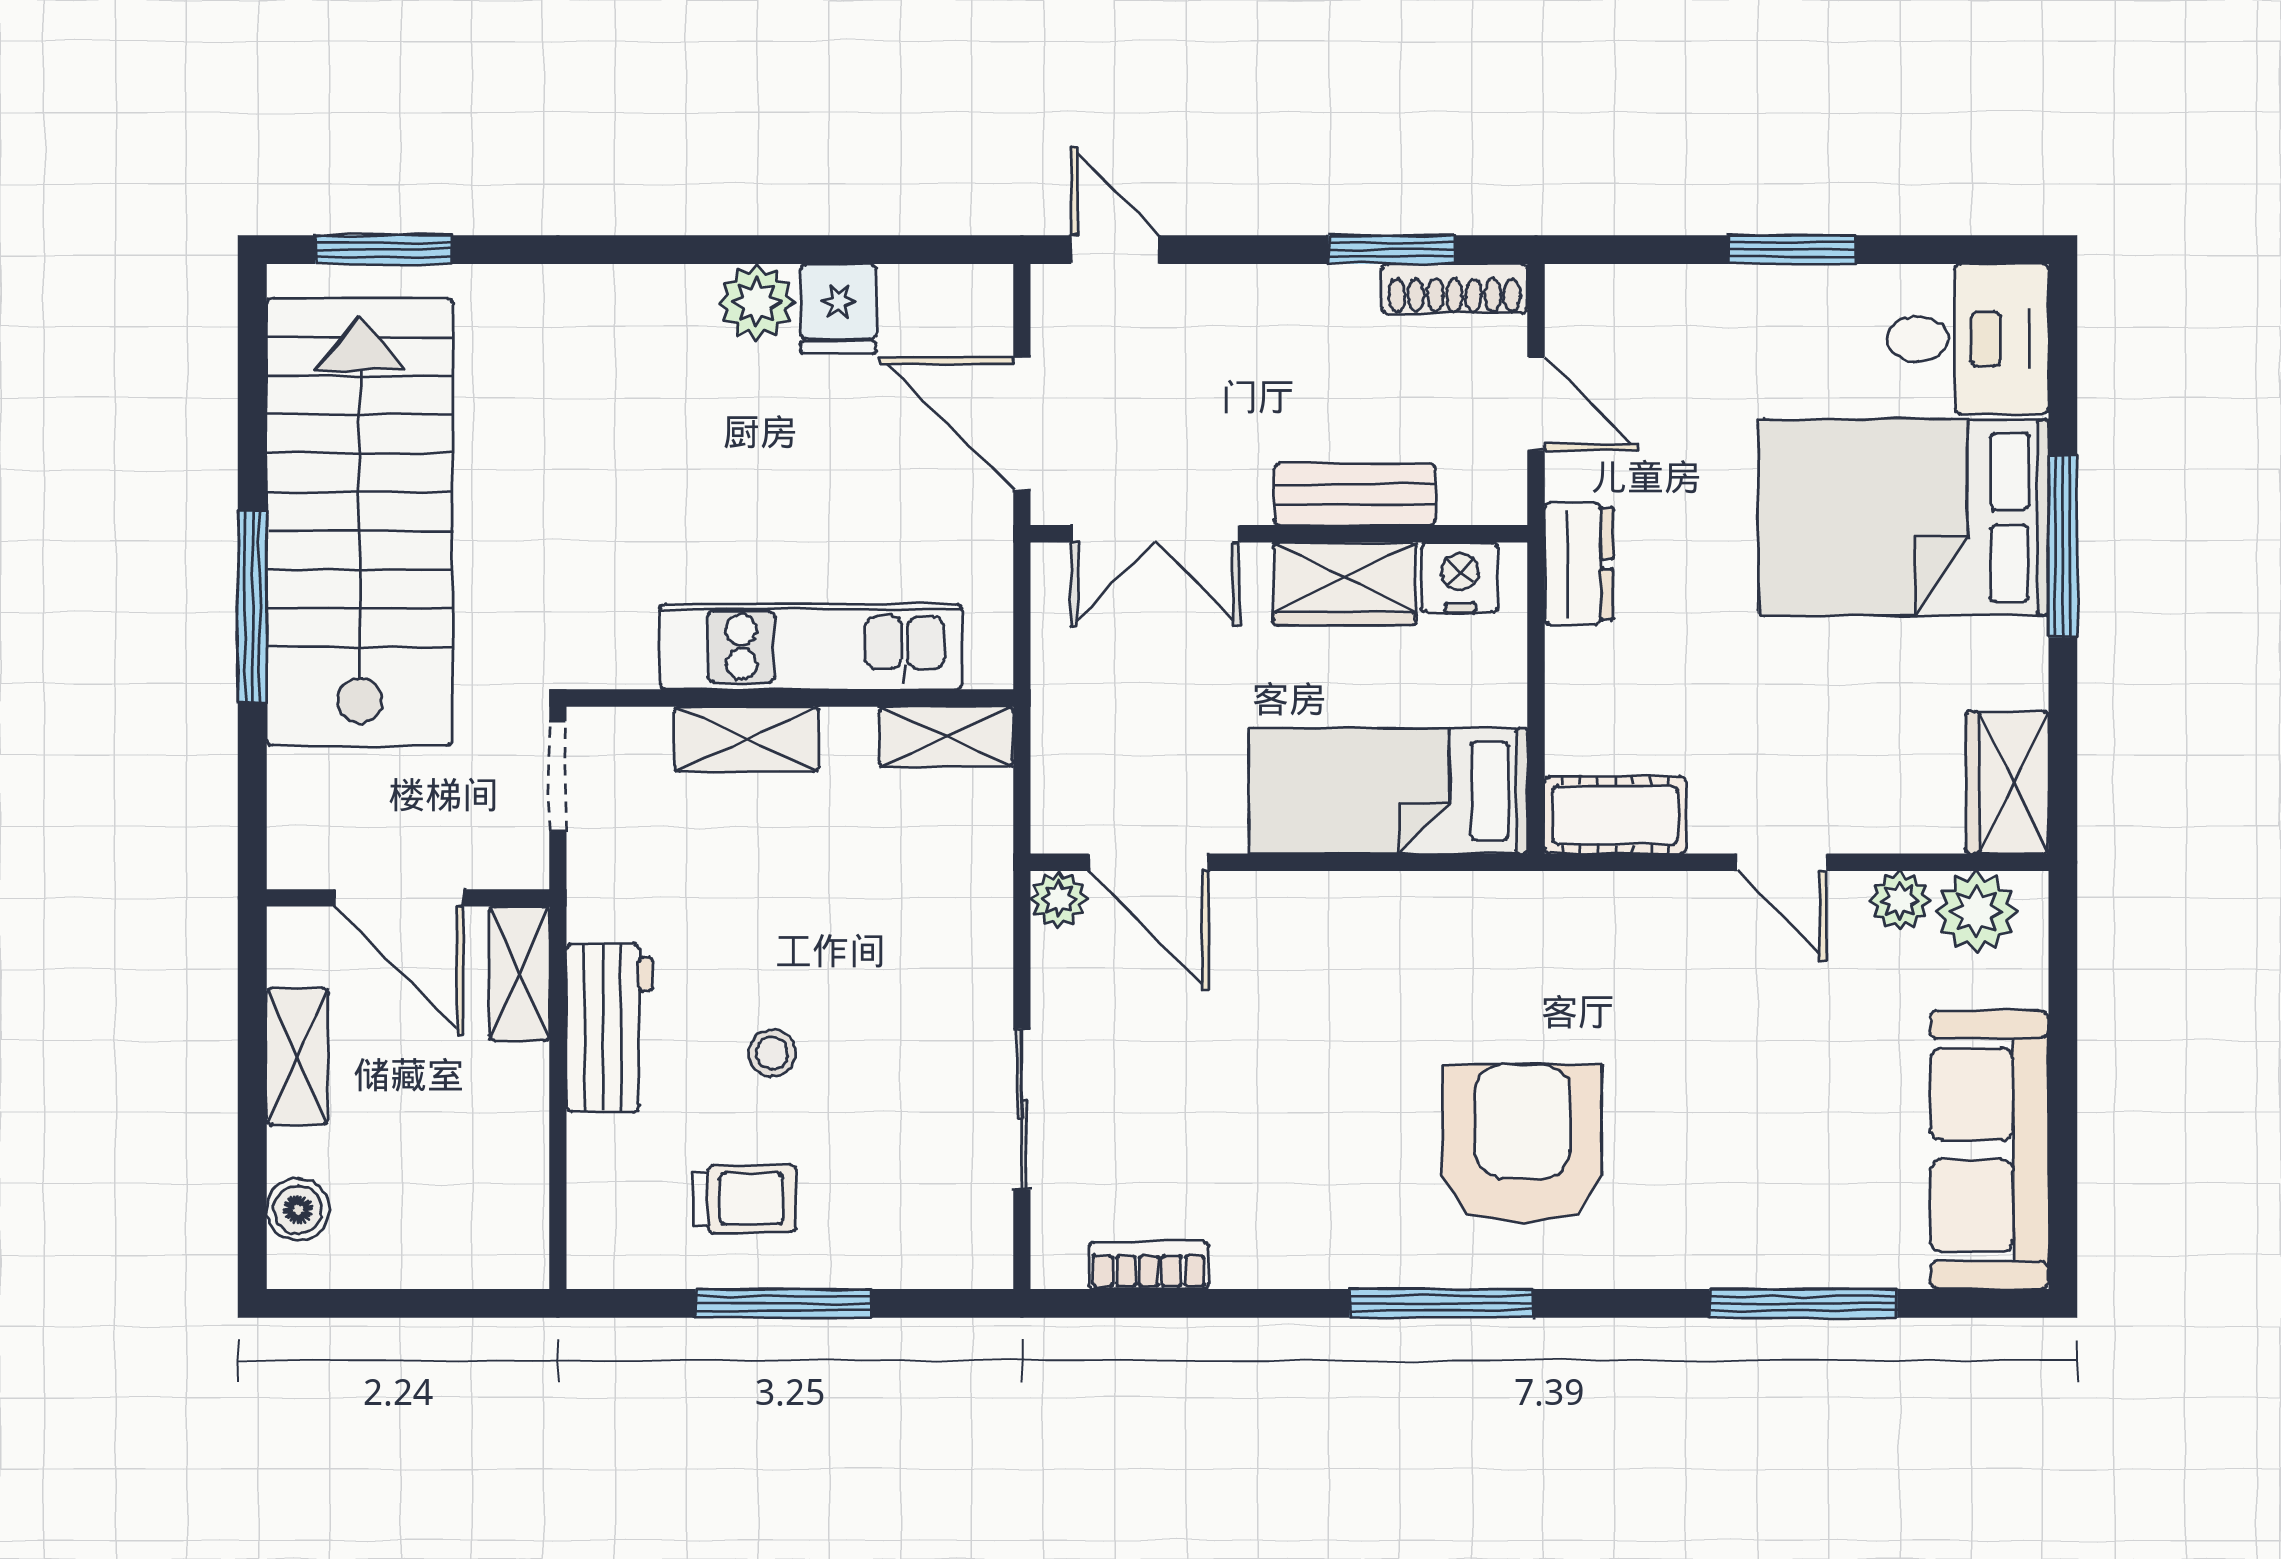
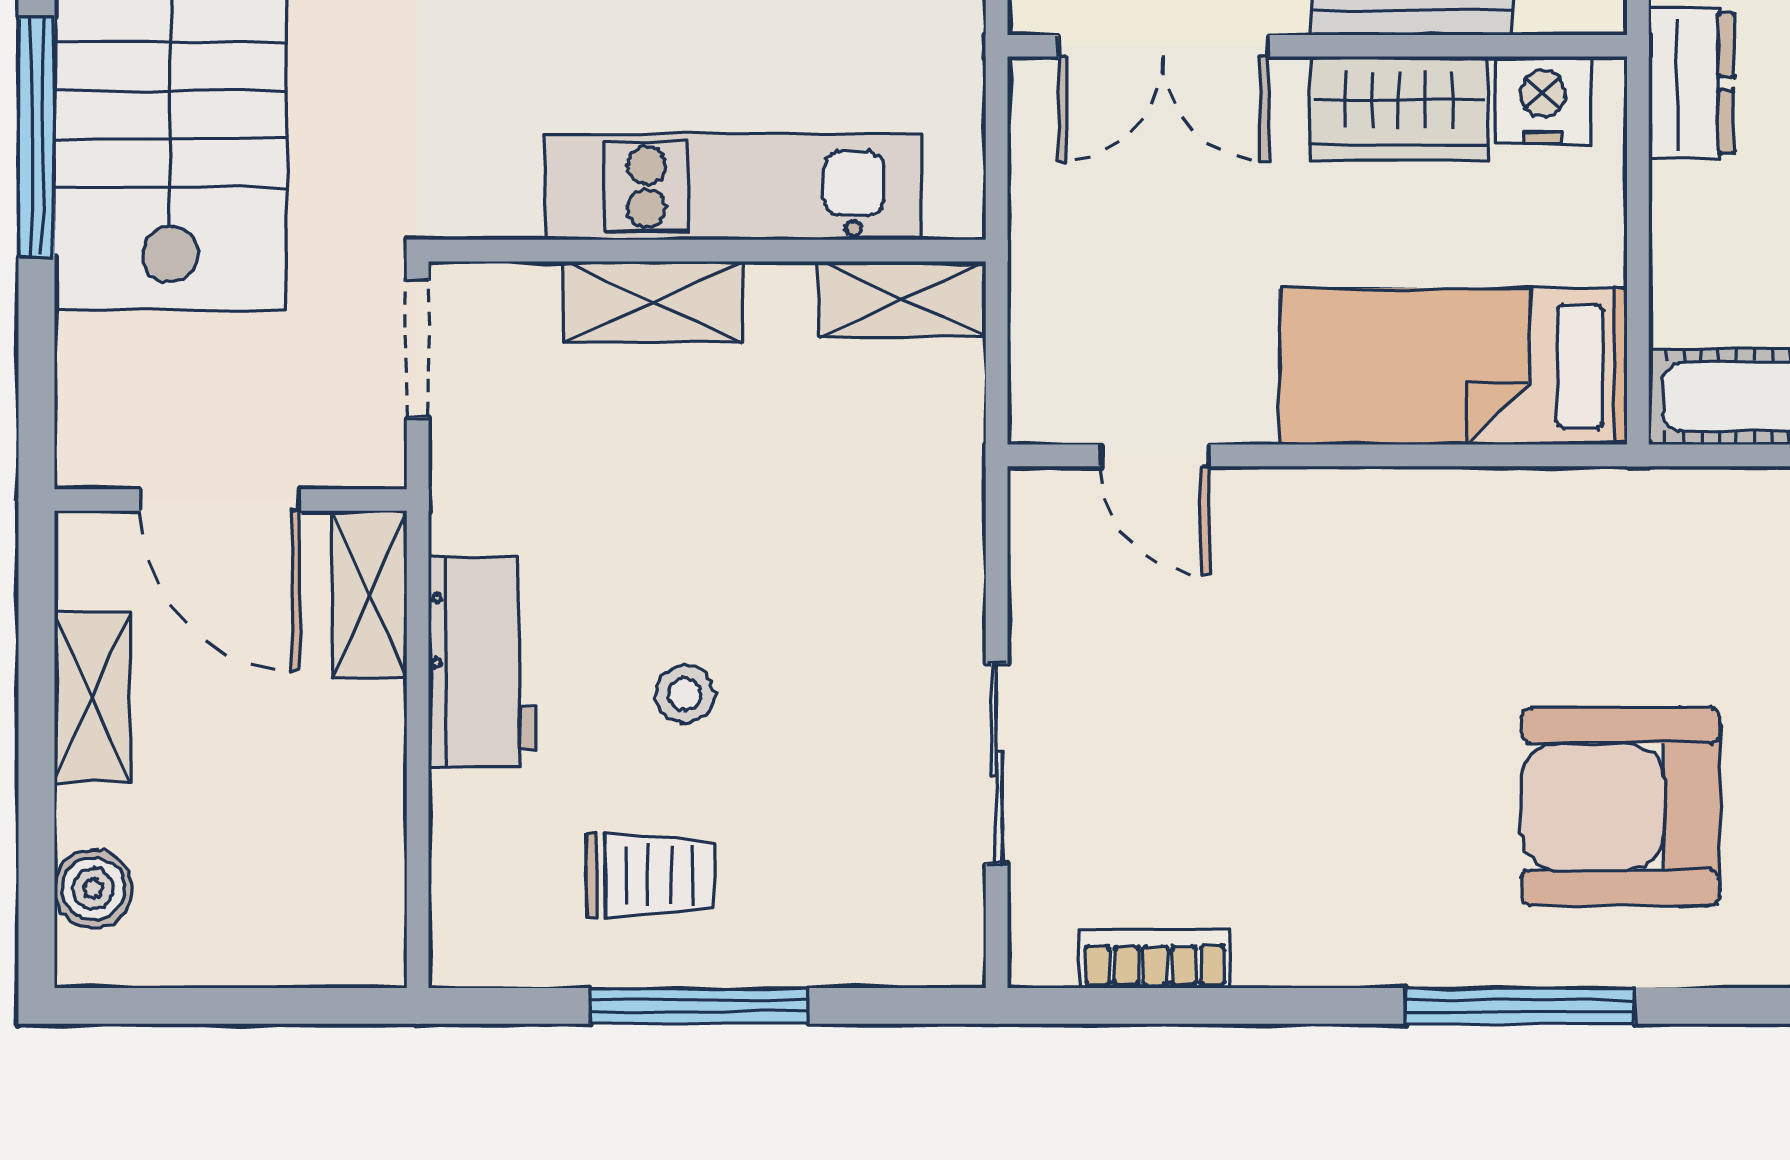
door: (1149, 862) -> (1155, 455), width x0.73
plant: (1059, 899) -> (1043, 501), removed
armchair: (1522, 1144) -> (1621, 807), turned -90

